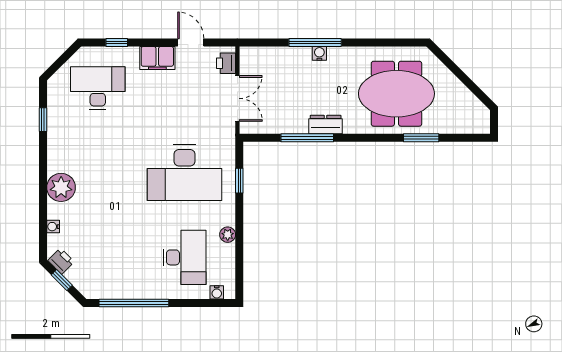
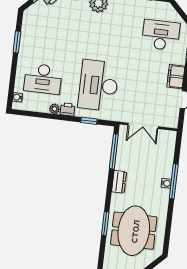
printer: (226, 63) -> (68, 109), moved
desk: (98, 88) -> (161, 35), turned -90
window: (307, 138) -> (114, 151), moved
window: (421, 138) -> (105, 224), moved
window: (134, 303) -> (17, 42), width x0.47

